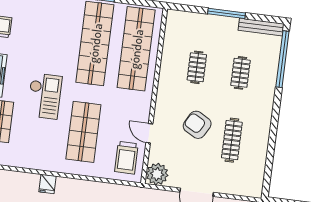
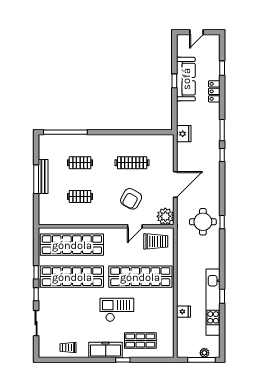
bench: (261, 27) -> (43, 176), moved
armchair: (197, 125) -> (131, 199), moved
shop shelf: (83, 132) -> (140, 277), width x1.40
fridge: (48, 184) -> (183, 312), moved

